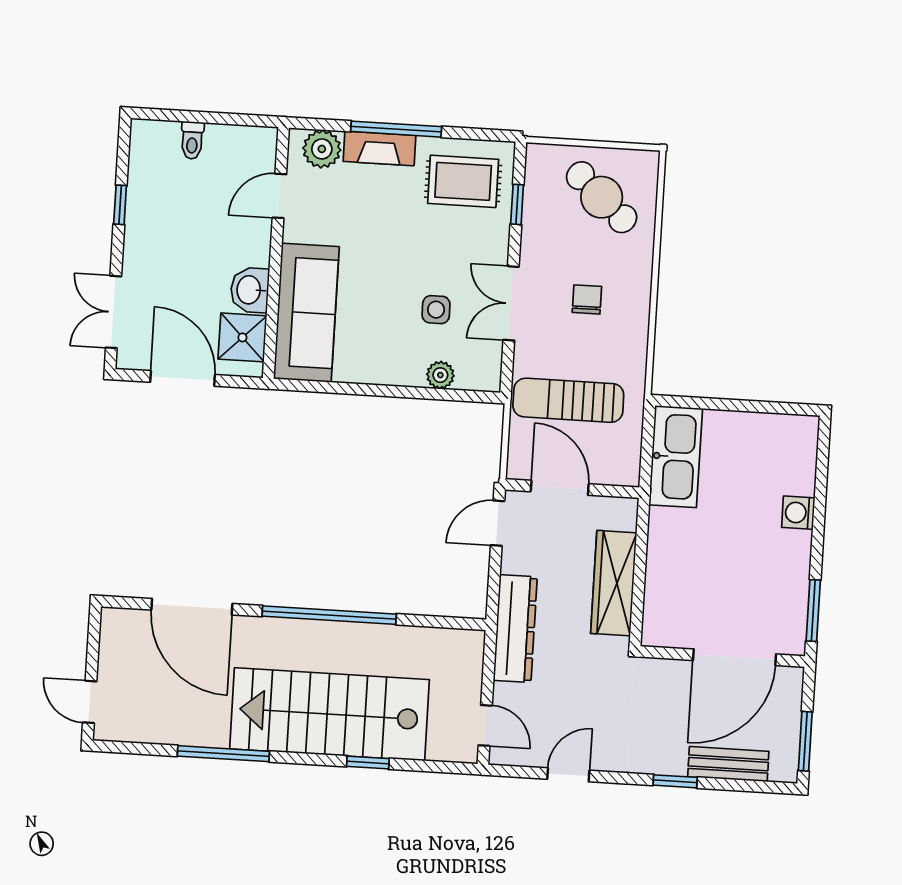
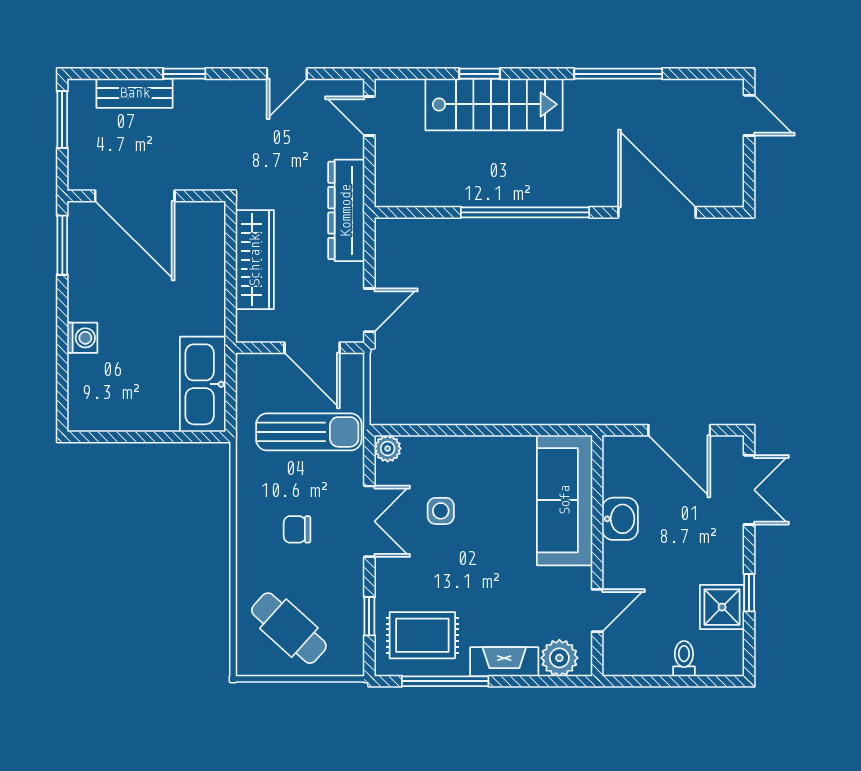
window: (396, 129) -> (445, 681), moved
chair: (587, 299) -> (297, 529), turned 90
shower: (242, 337) -> (722, 607), moved
plant: (440, 375) -> (388, 449), moved
door: (735, 657) -> (135, 196), swing flipped
stairs: (329, 714) -> (494, 104), width x0.73, depth x0.66

